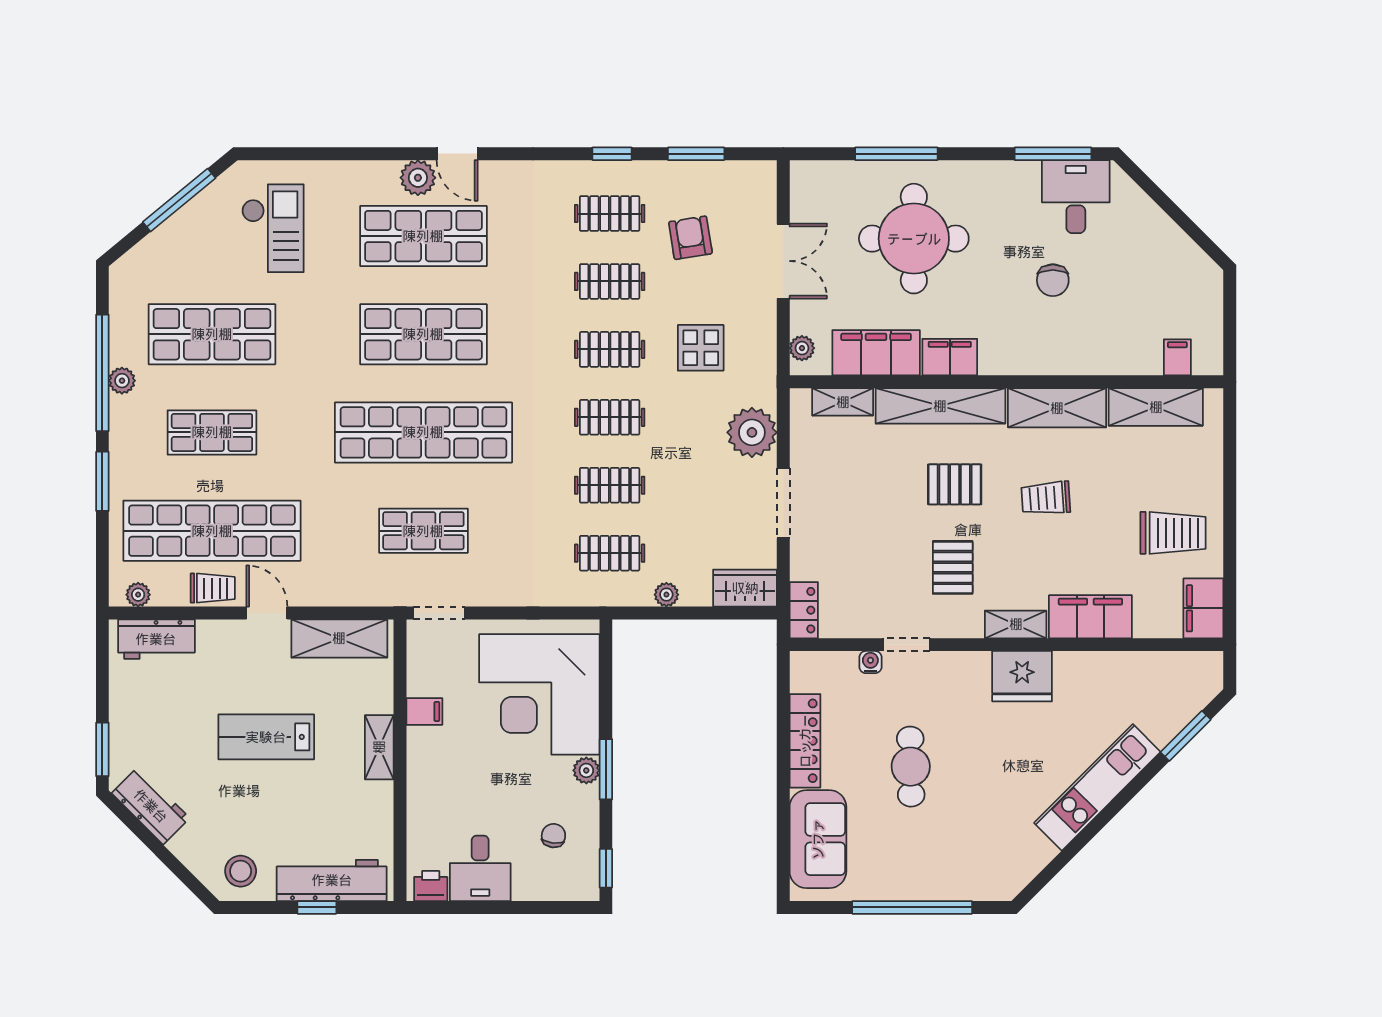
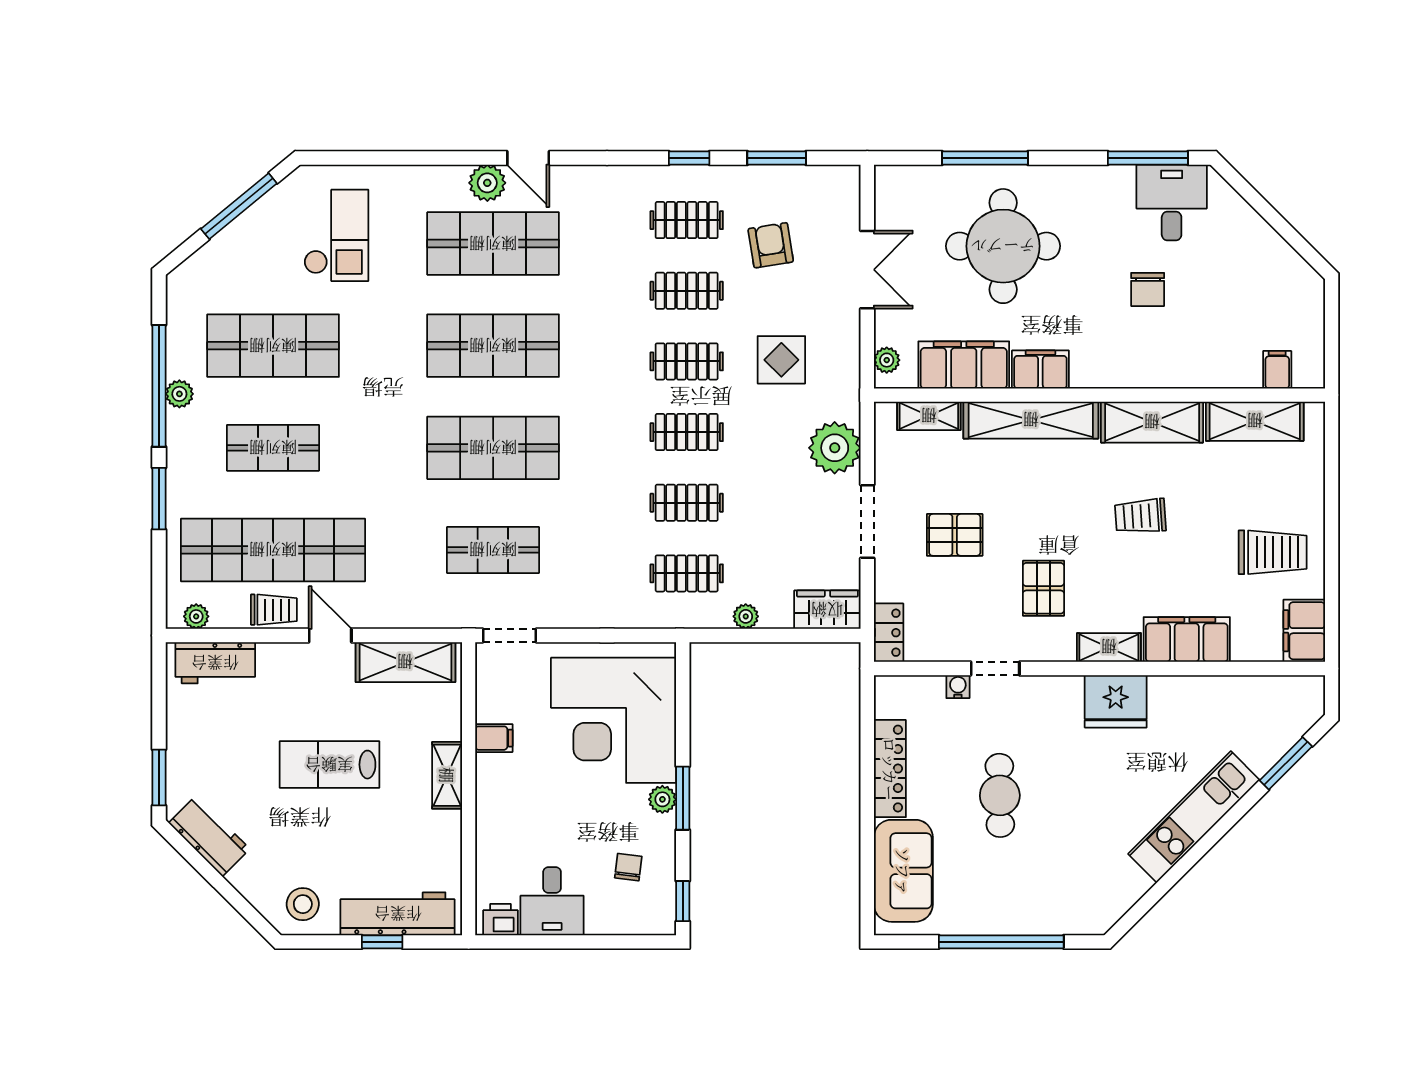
shop shelf: (423, 432) -> (493, 448), width x0.71
pallet: (955, 484) -> (955, 535), moved

